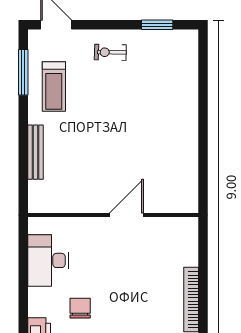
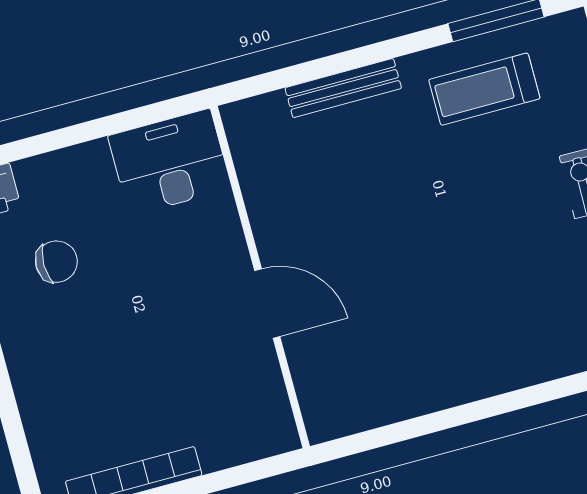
desk: (48, 260) -> (170, 162), moved

